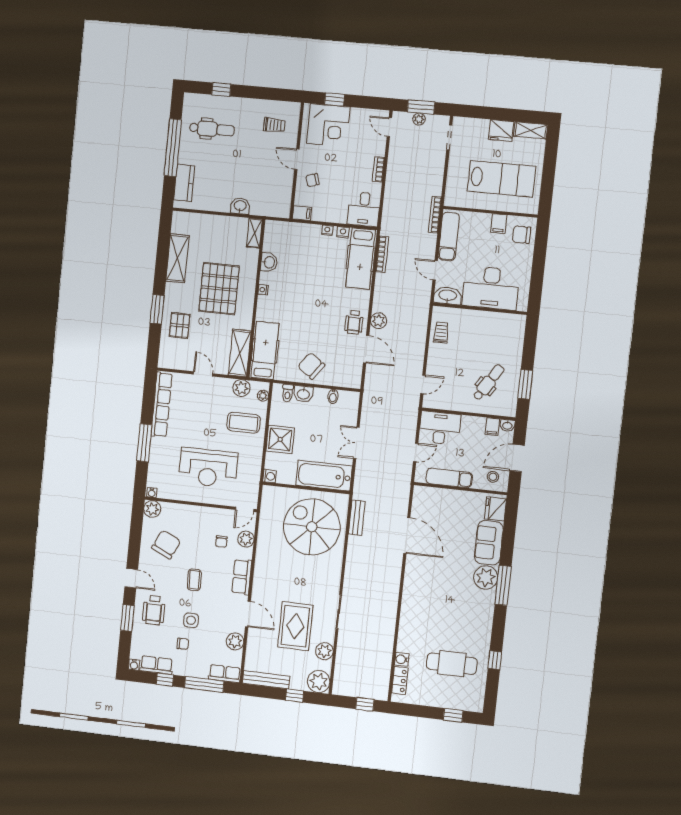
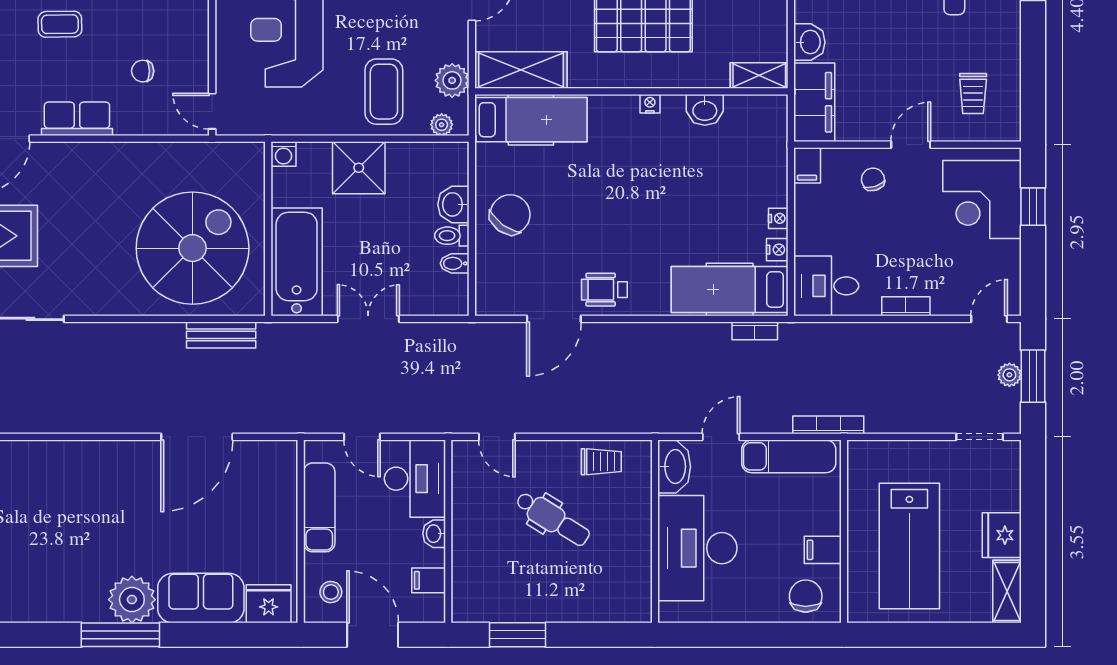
filing cabinet: (271, 206) -> (814, 102), added
bookcase: (382, 254) -> (755, 331), width x0.64
plant: (379, 321) -> (612, 337), removed
dental chair: (489, 382) -> (553, 519), moved
toilet: (288, 393) -> (452, 236), moved
washbasin: (507, 425) -> (434, 534), moved
plant: (246, 539) -> (153, 120), removed

